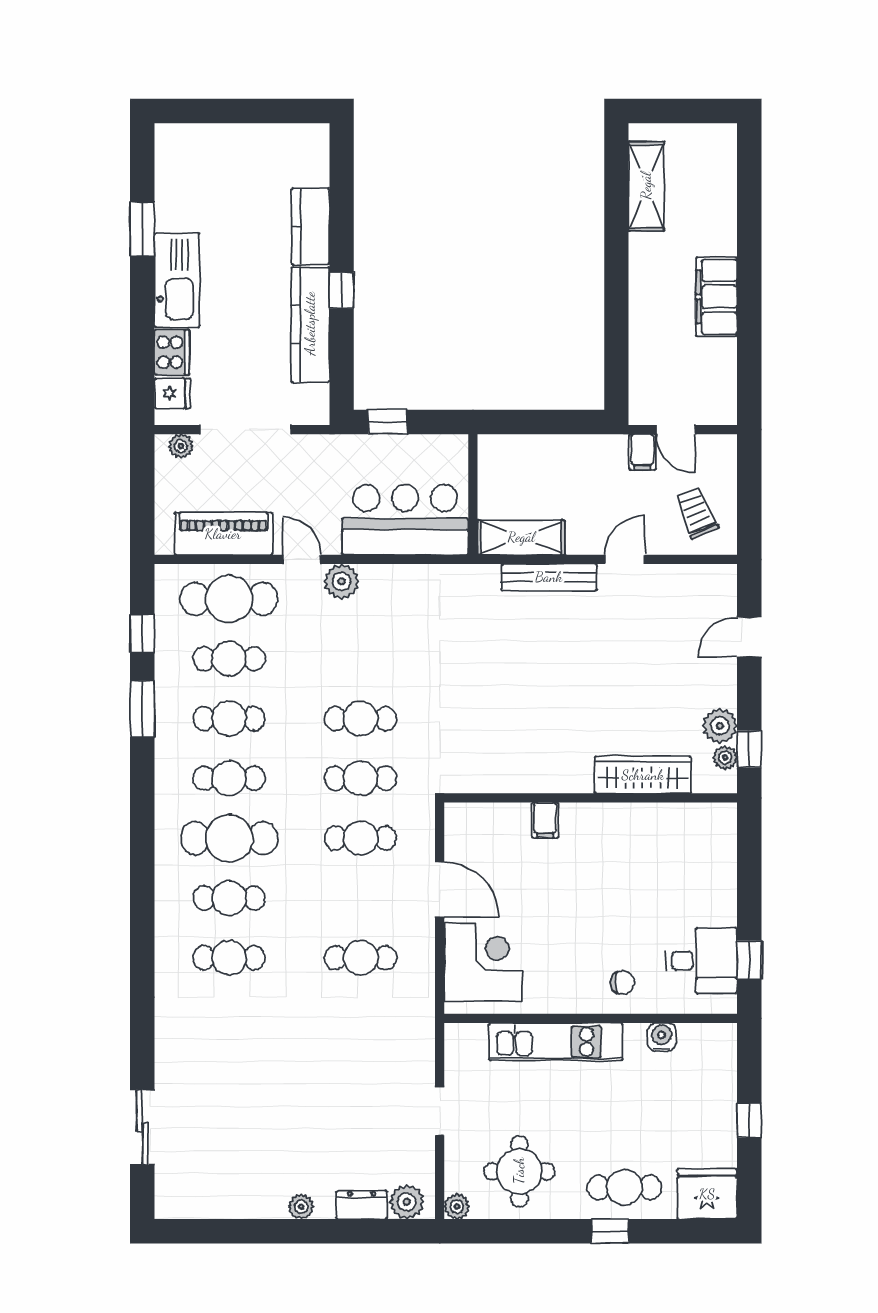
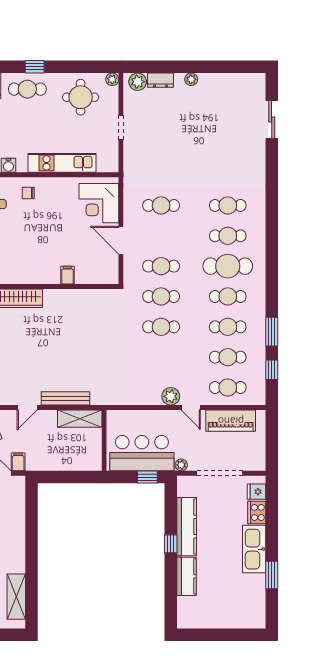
plant: (181, 446) -> (181, 465), moved
bar counter: (405, 520) -> (142, 453), moved, turned 180
cafe table: (229, 599) -> (228, 387), width x0.73, depth x0.74

